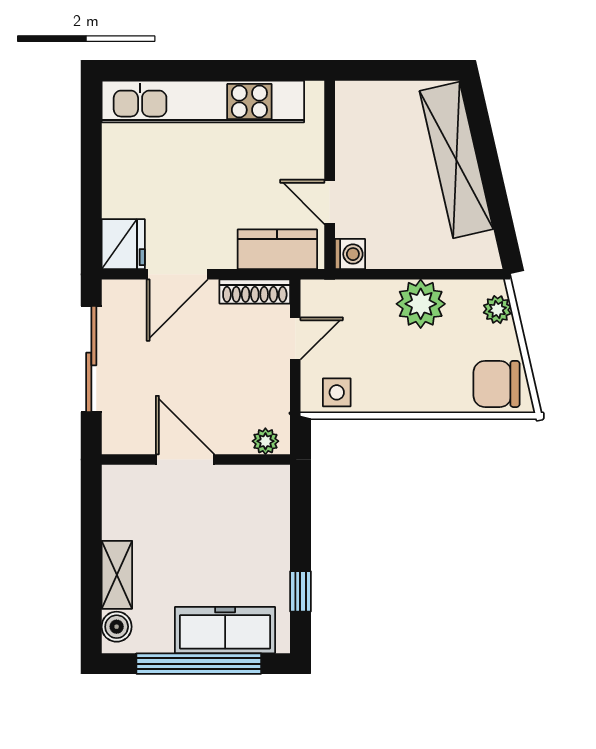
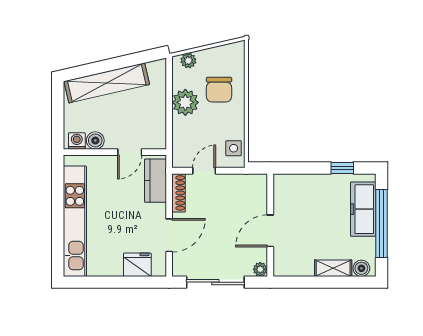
boiler: (351, 139) -> (95, 141), added
fridge: (123, 244) -> (137, 265), moved
washing machine: (350, 254) -> (77, 141), moved
door: (177, 274) -> (169, 235), hinge flipped
door: (295, 338) -> (204, 171), hinge flipped
chair: (497, 384) -> (219, 90), moved
plant: (265, 441) -> (260, 269), moved

